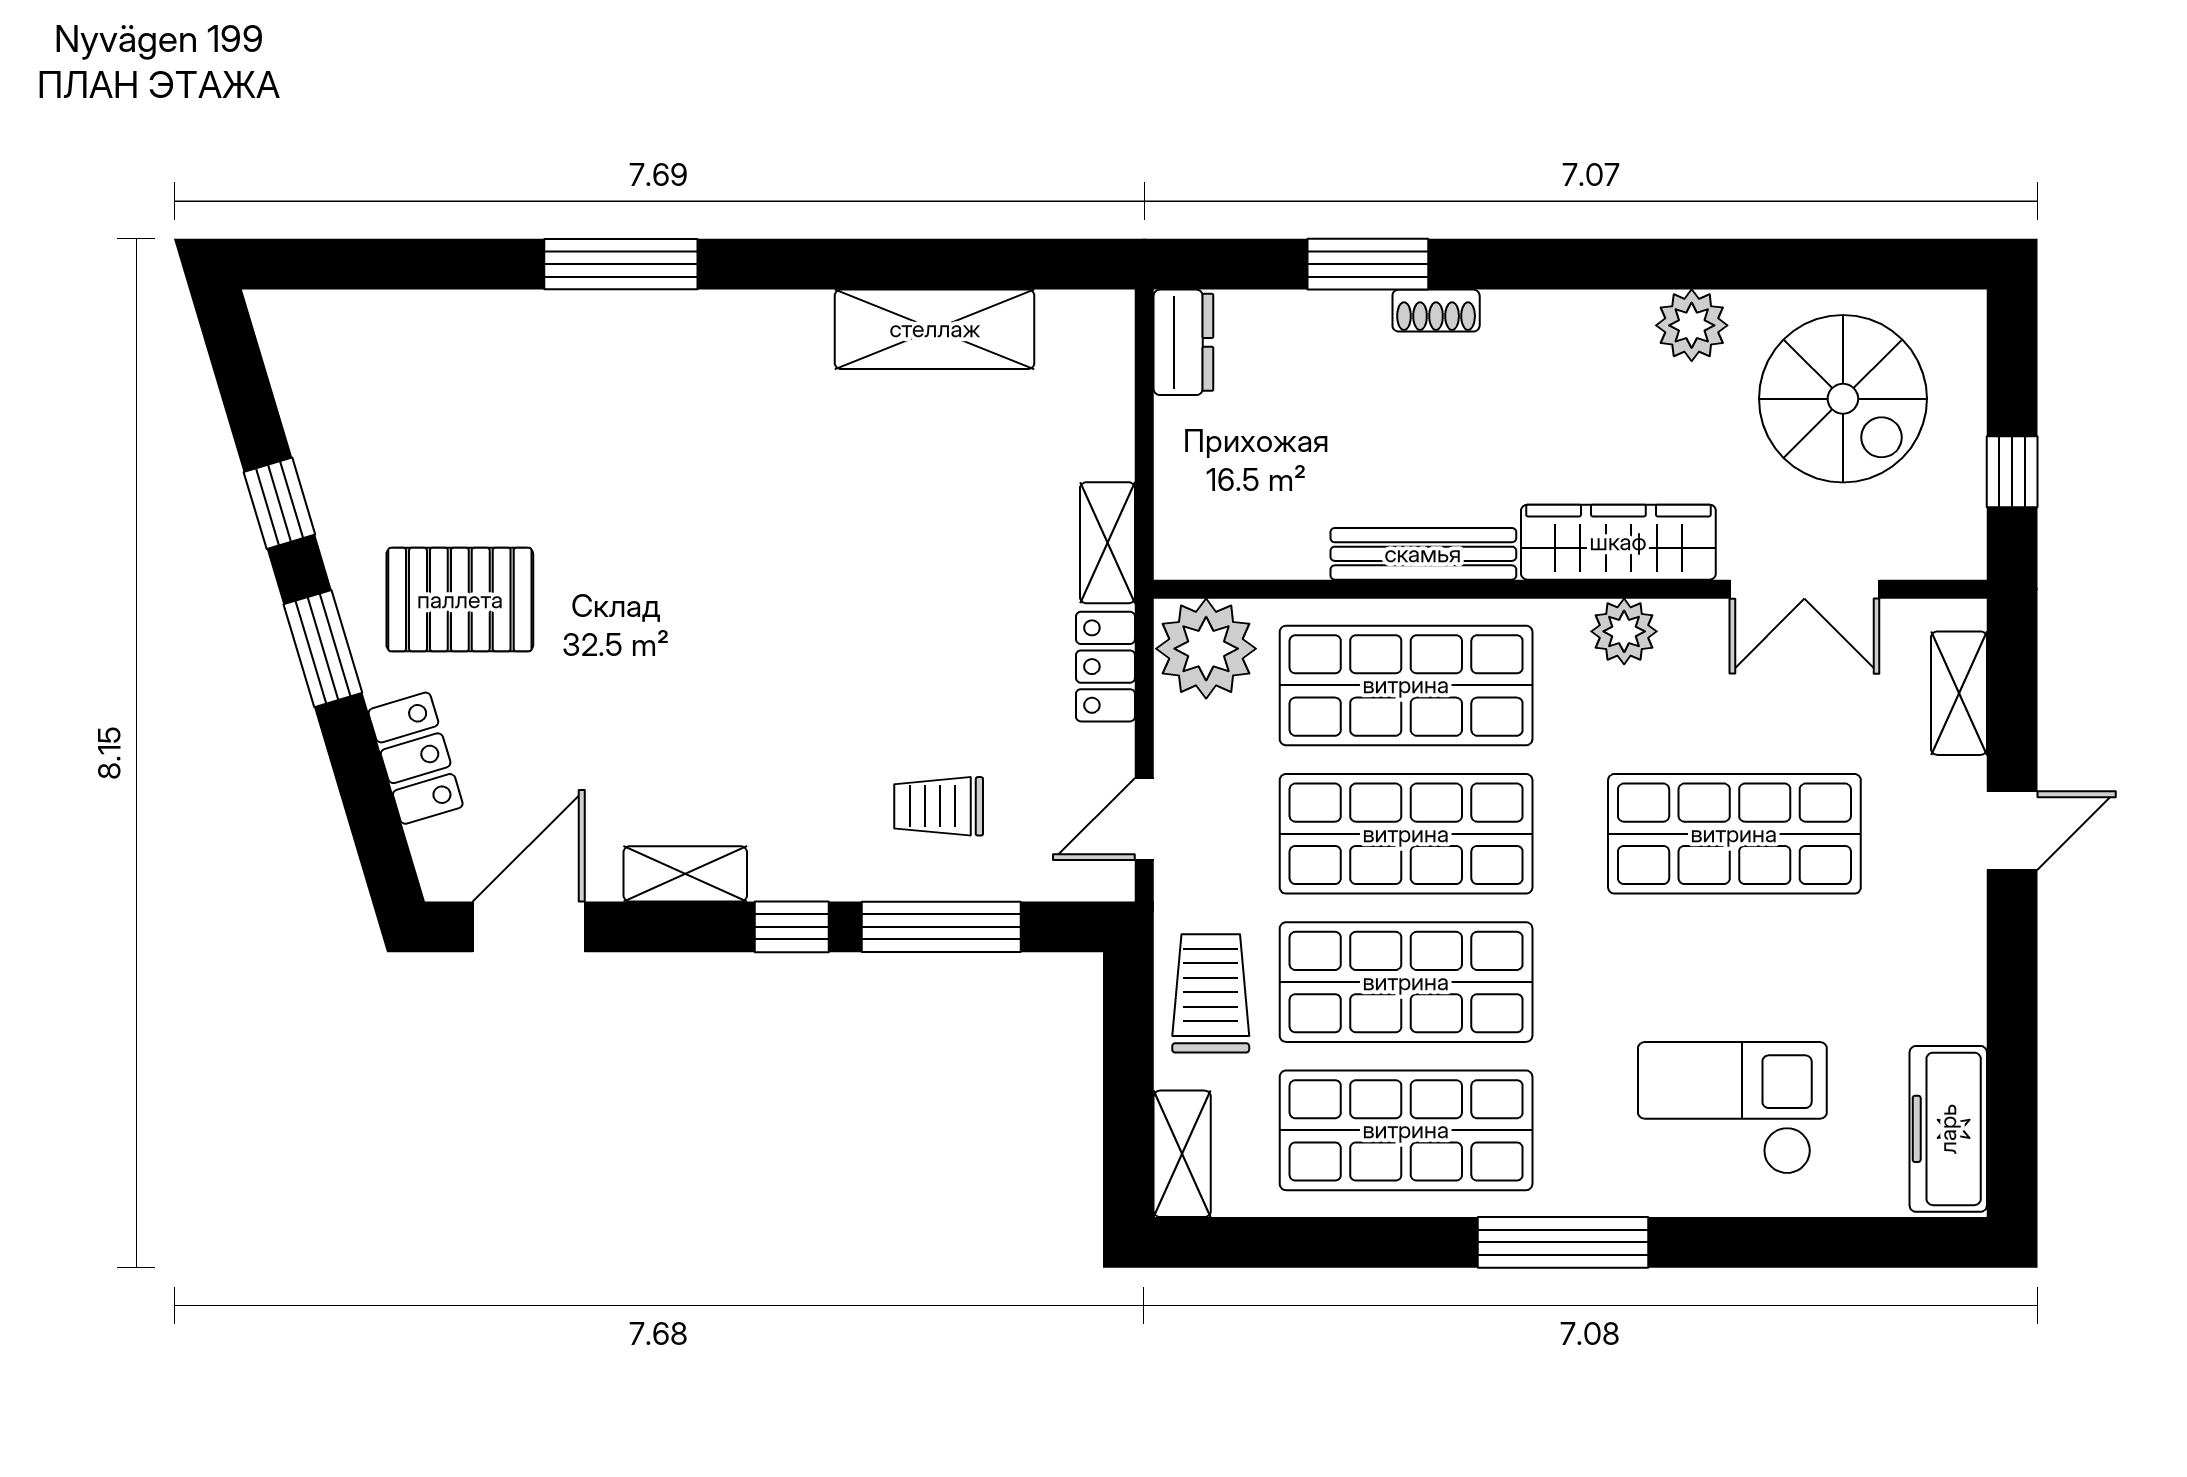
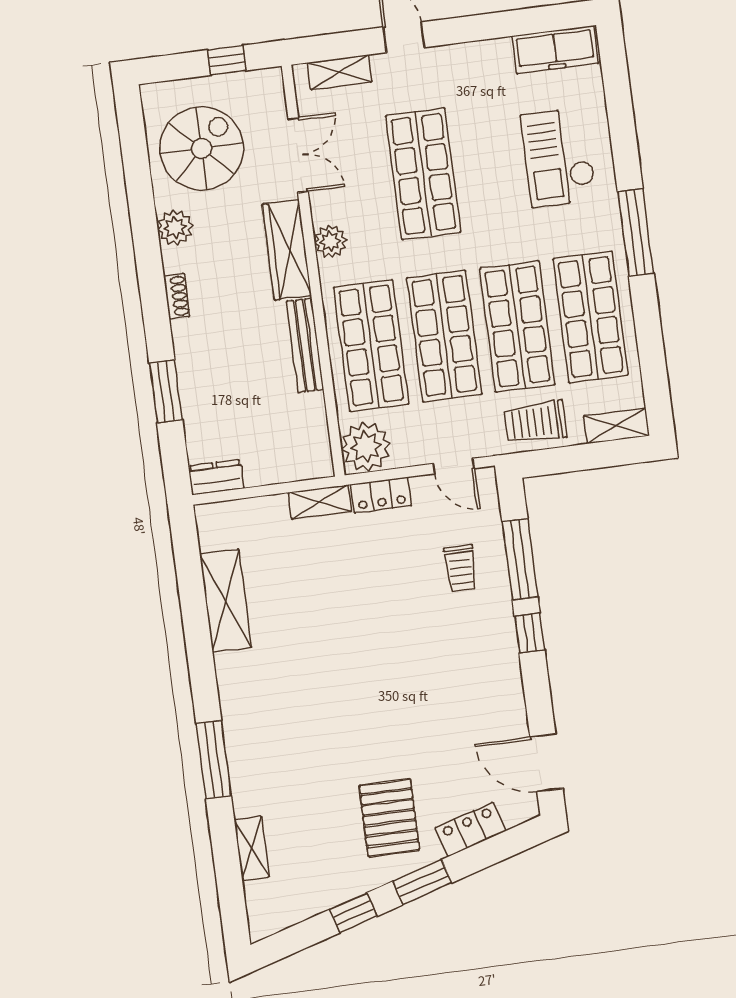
shoe rack: (1436, 311) -> (177, 296), moved
shelving: (685, 874) -> (252, 848), moved

